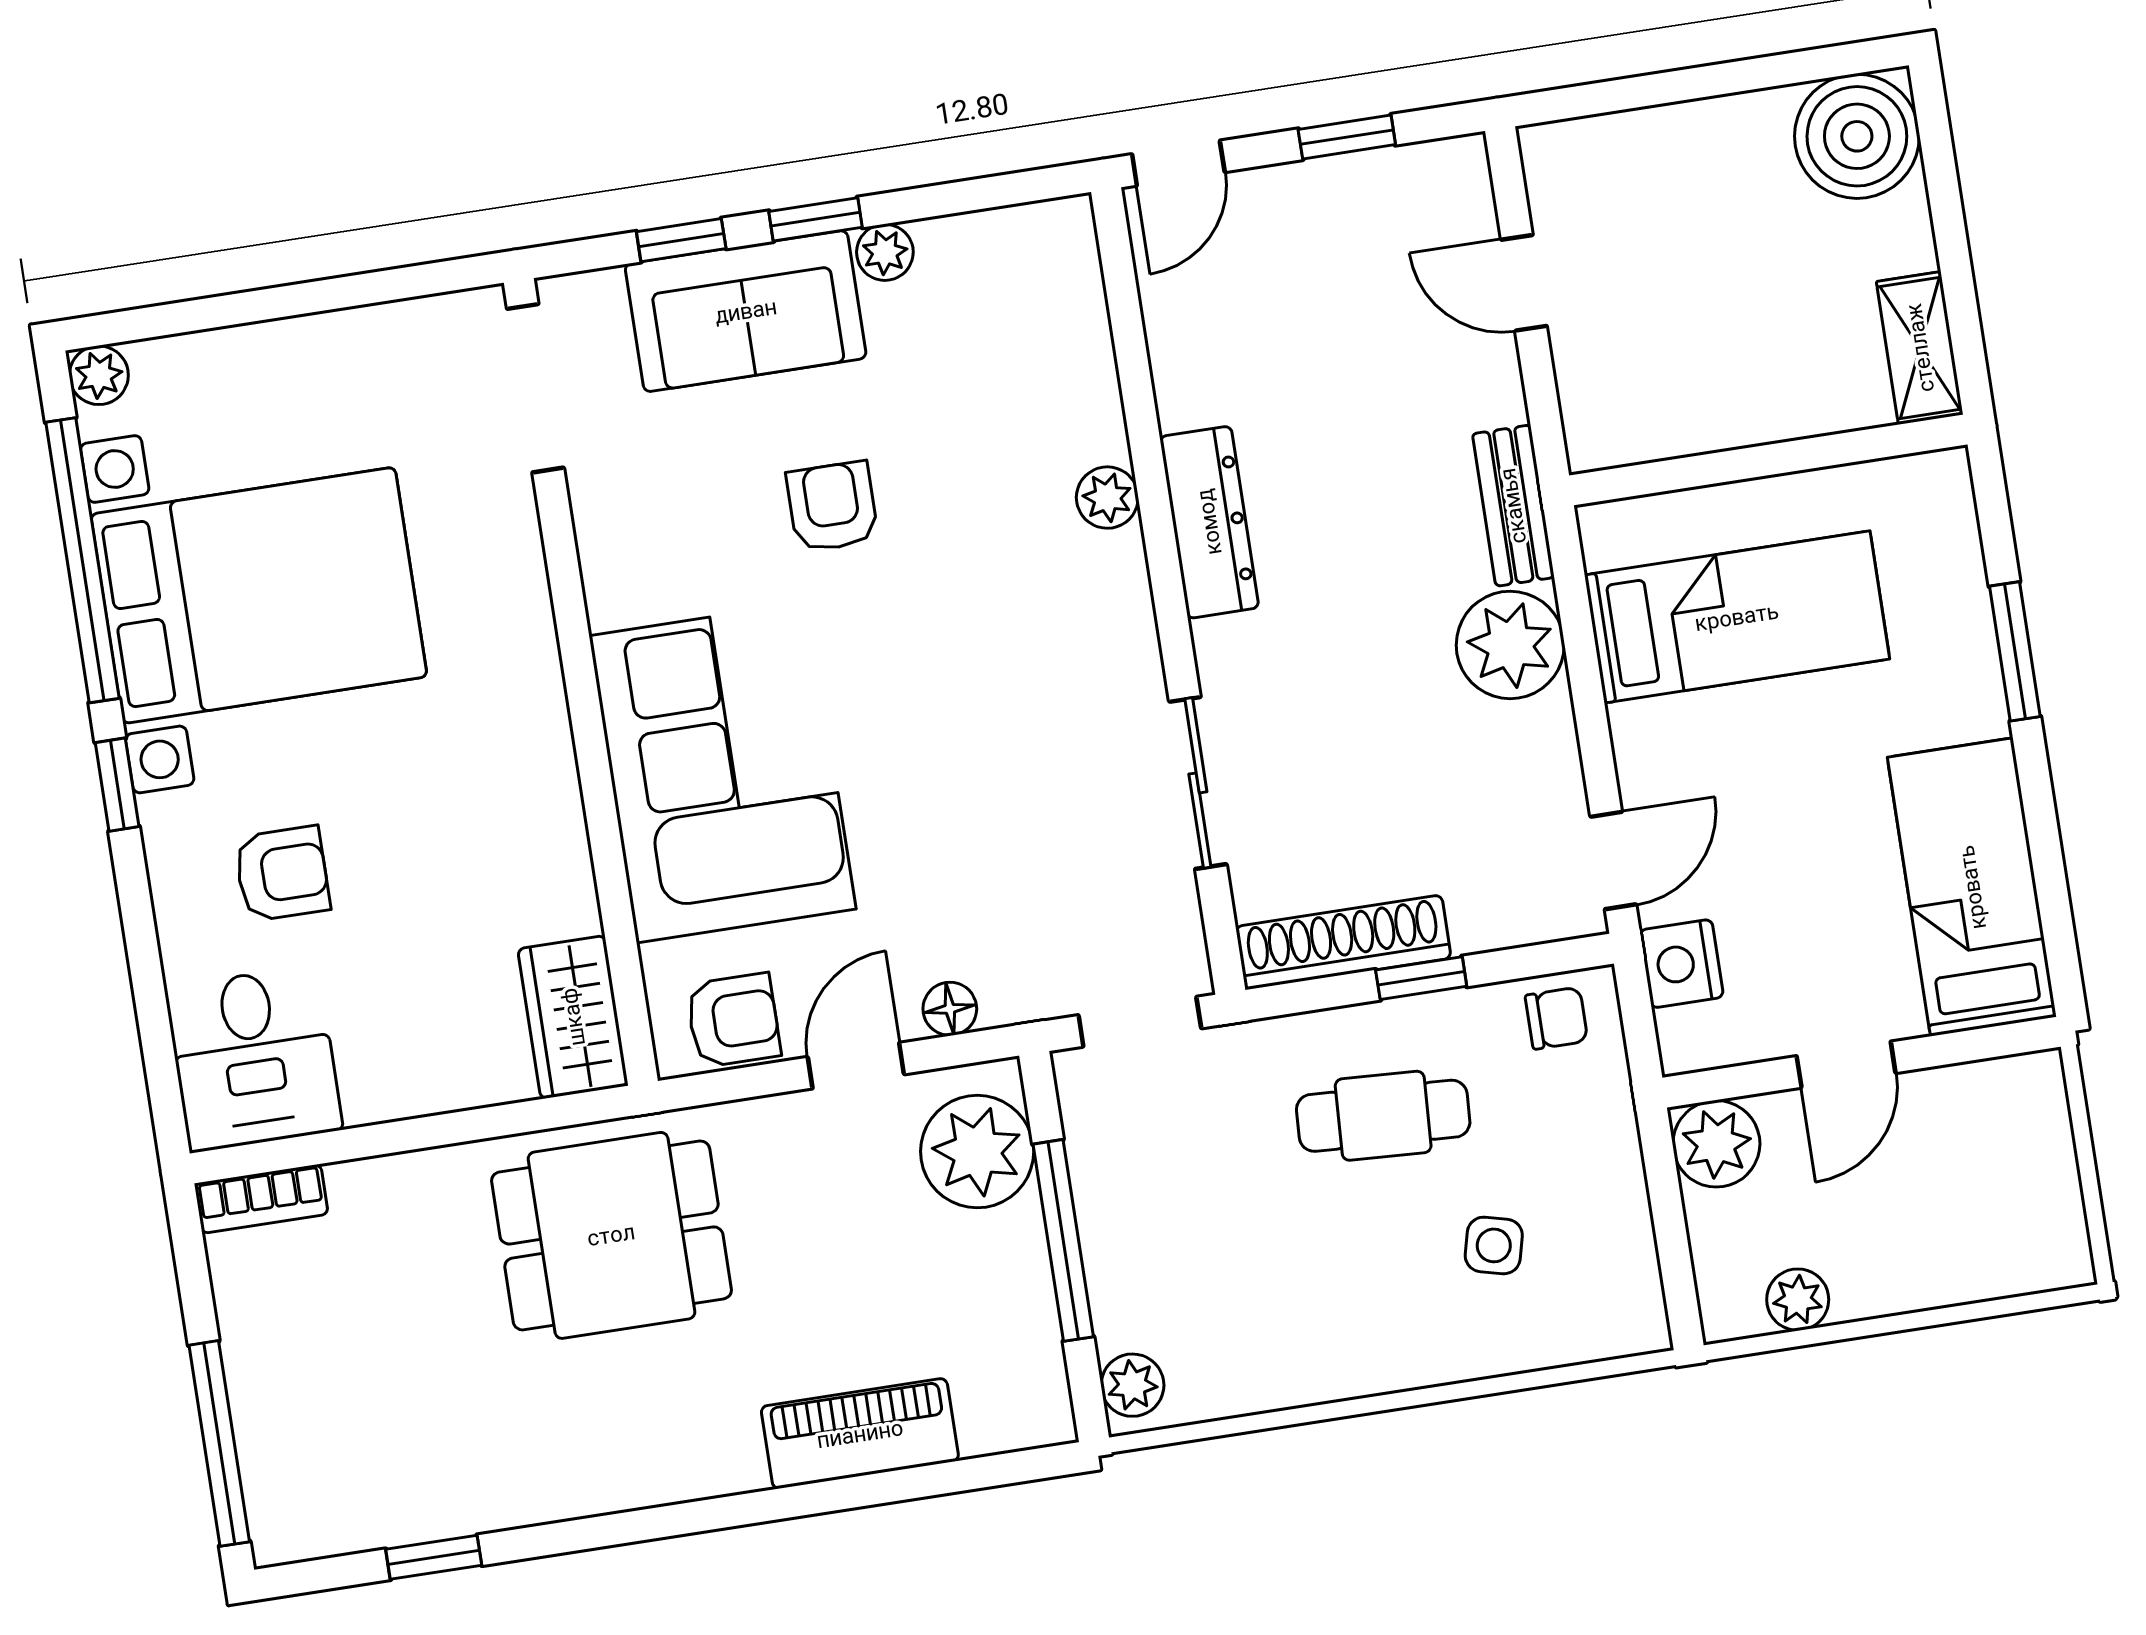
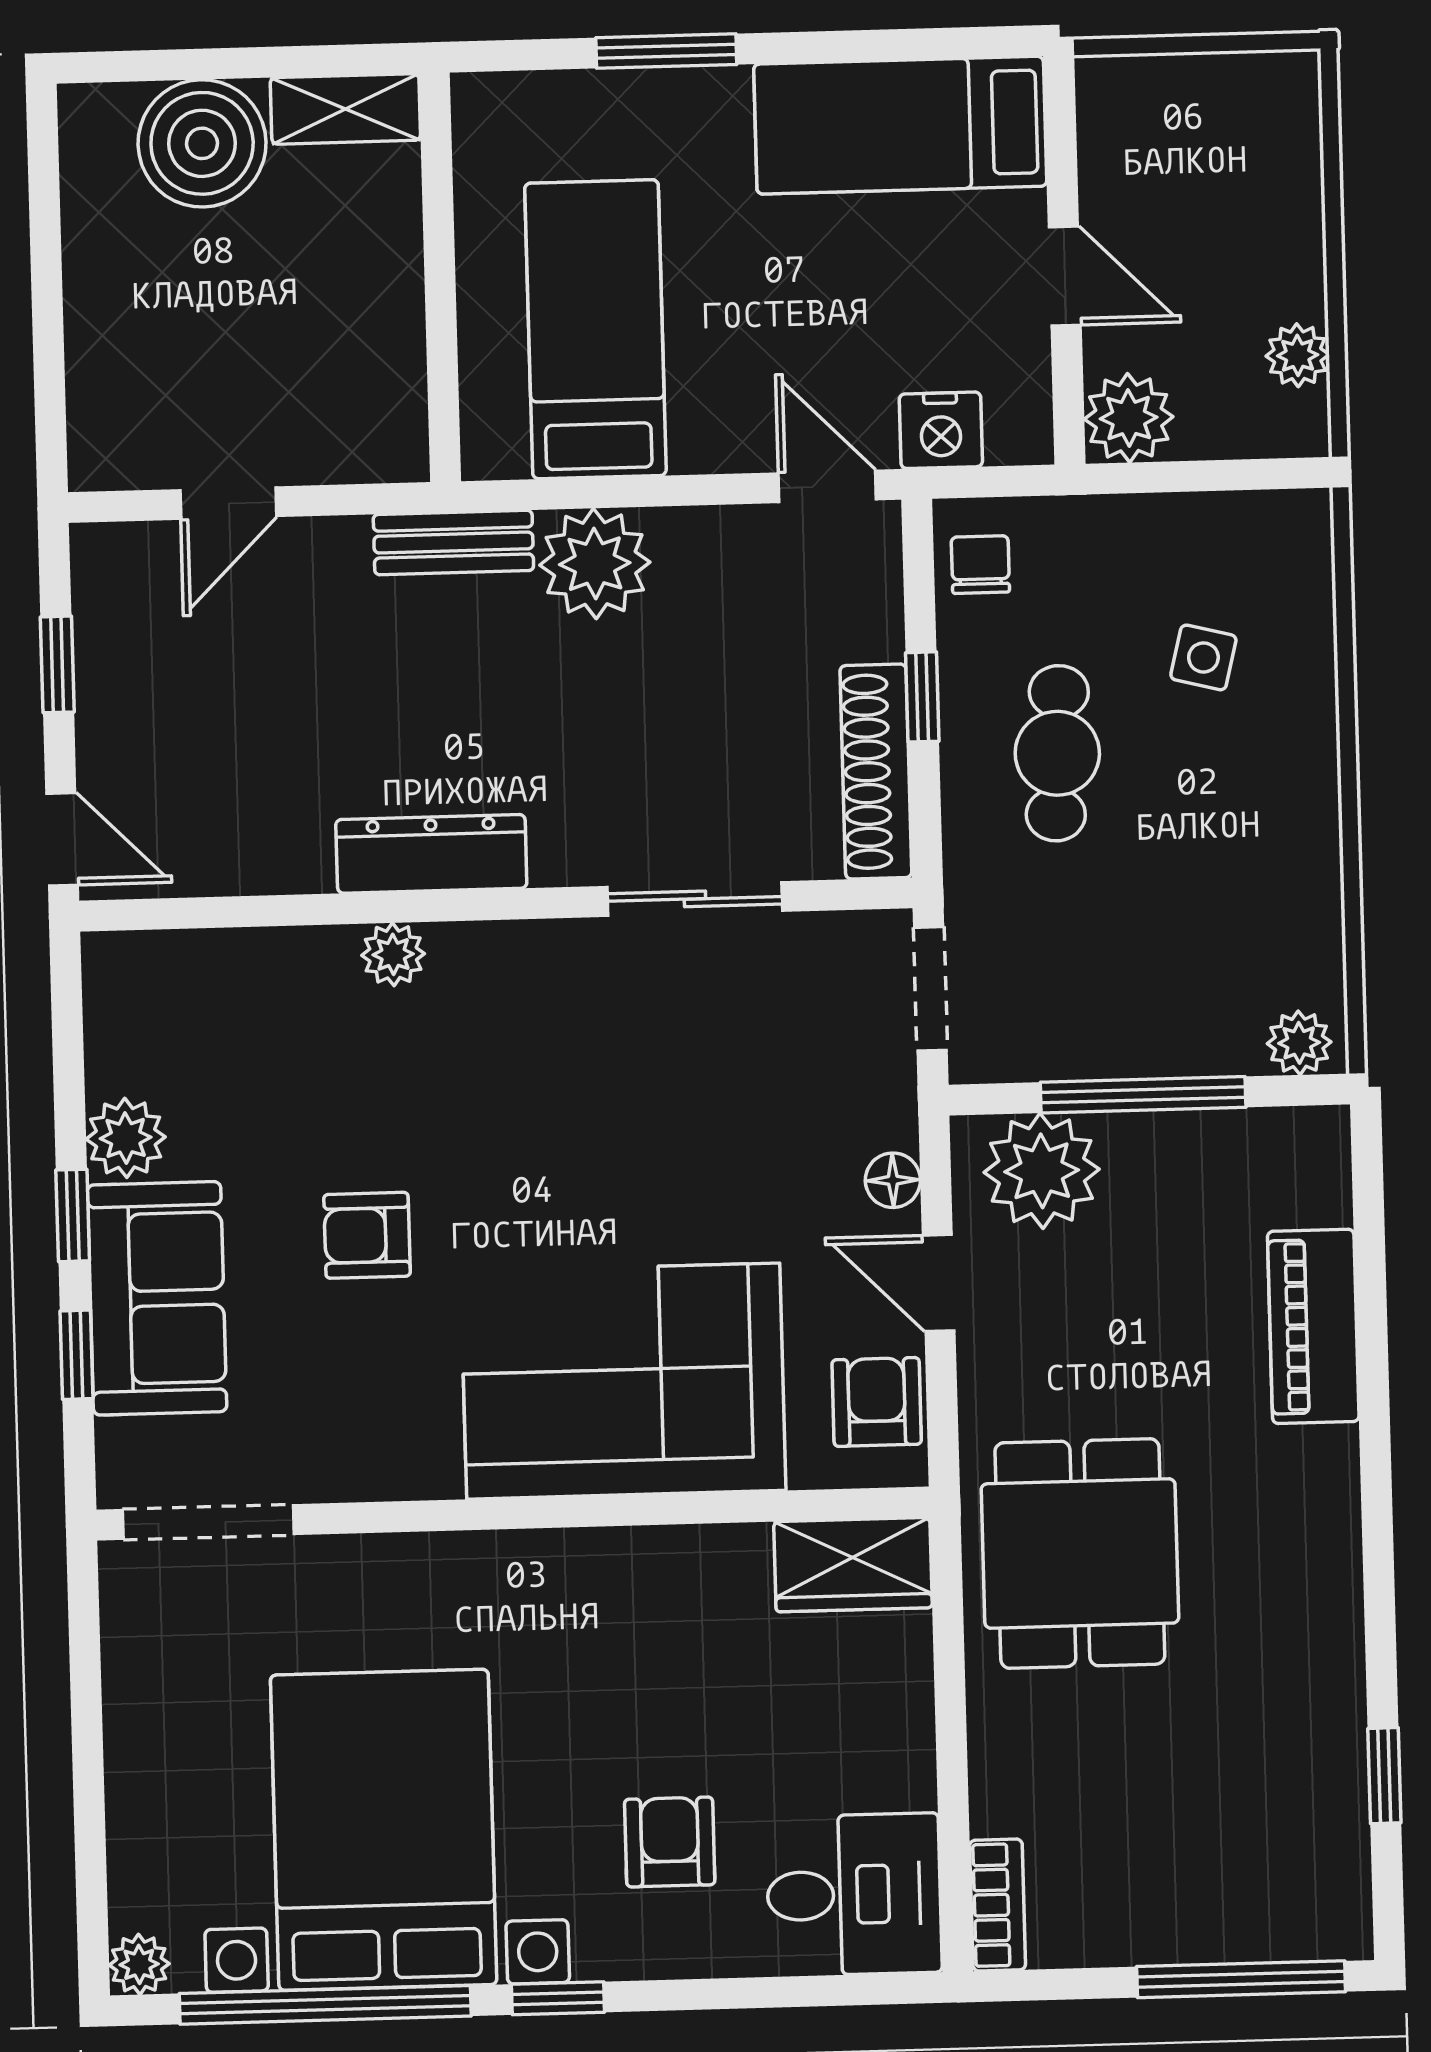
boiler: (1857, 136) -> (202, 143), moved
plant: (885, 252) -> (126, 1138), width x1.38, depth x1.38

